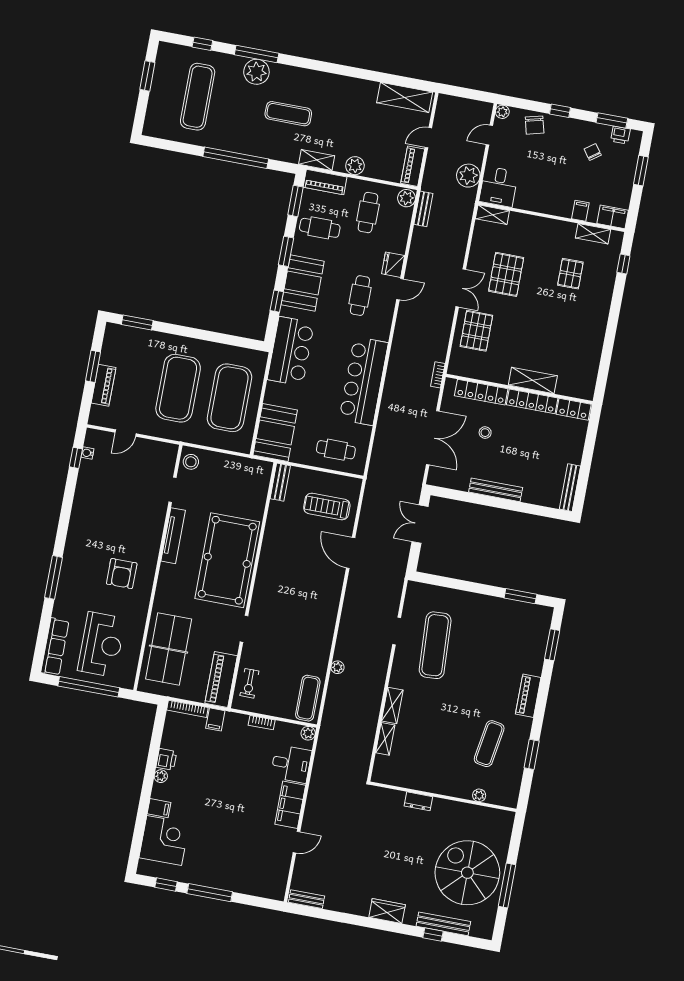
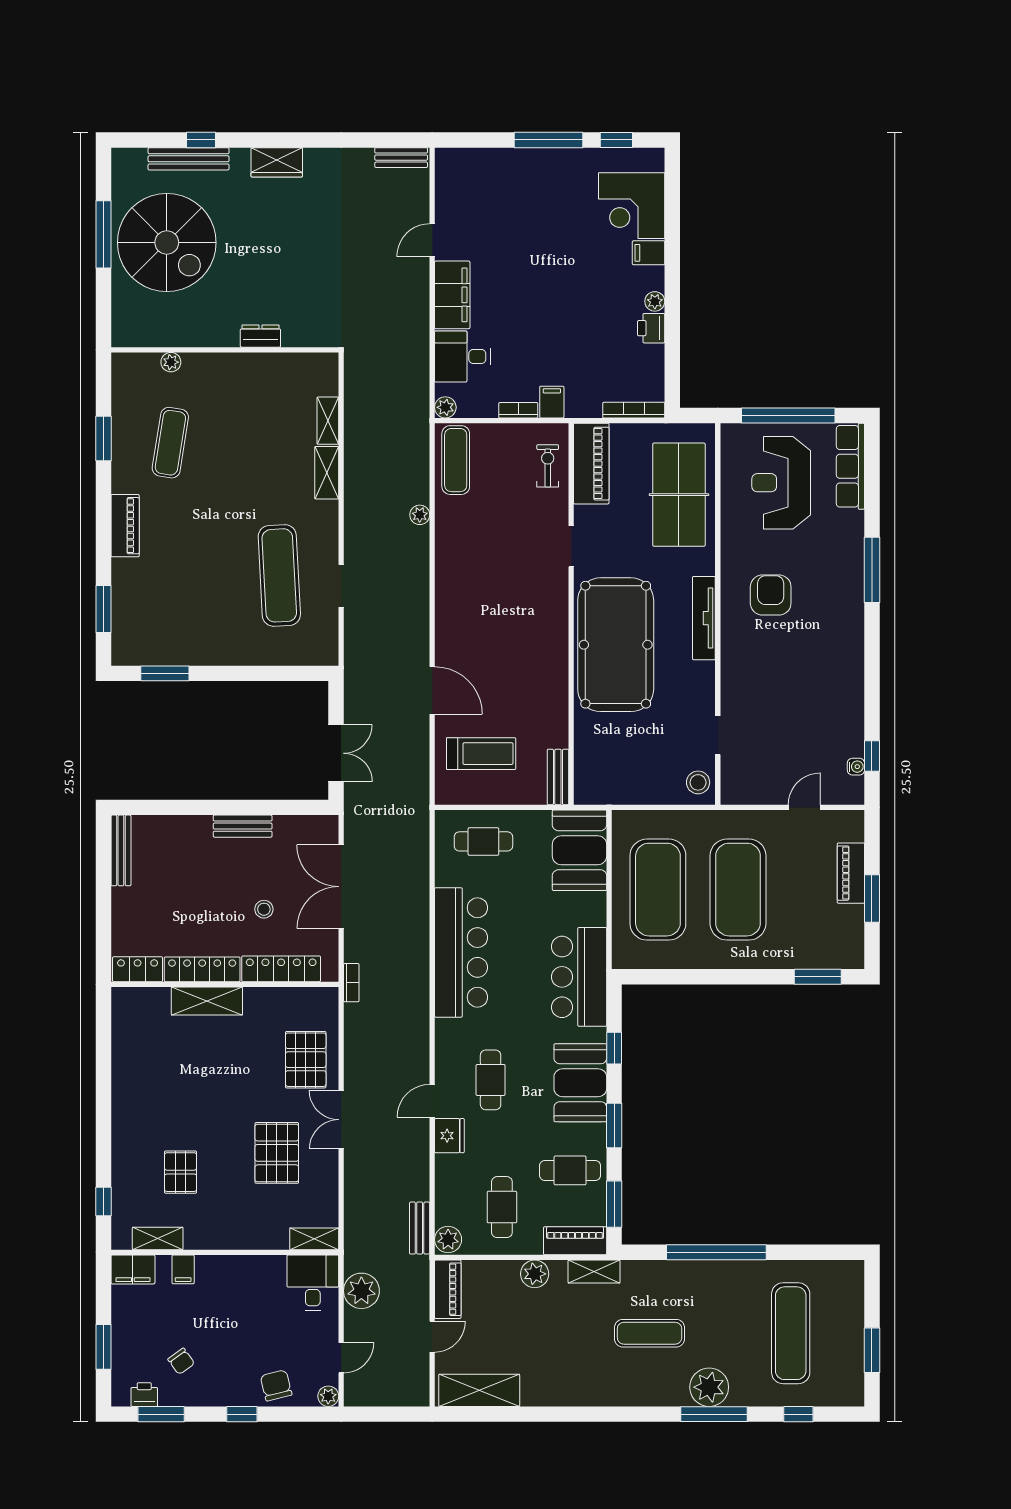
bench: (496, 490) -> (243, 826), width x0.73
tv unit: (173, 536) -> (704, 618), moved
filing cabinet: (215, 719) -> (552, 402), moved

